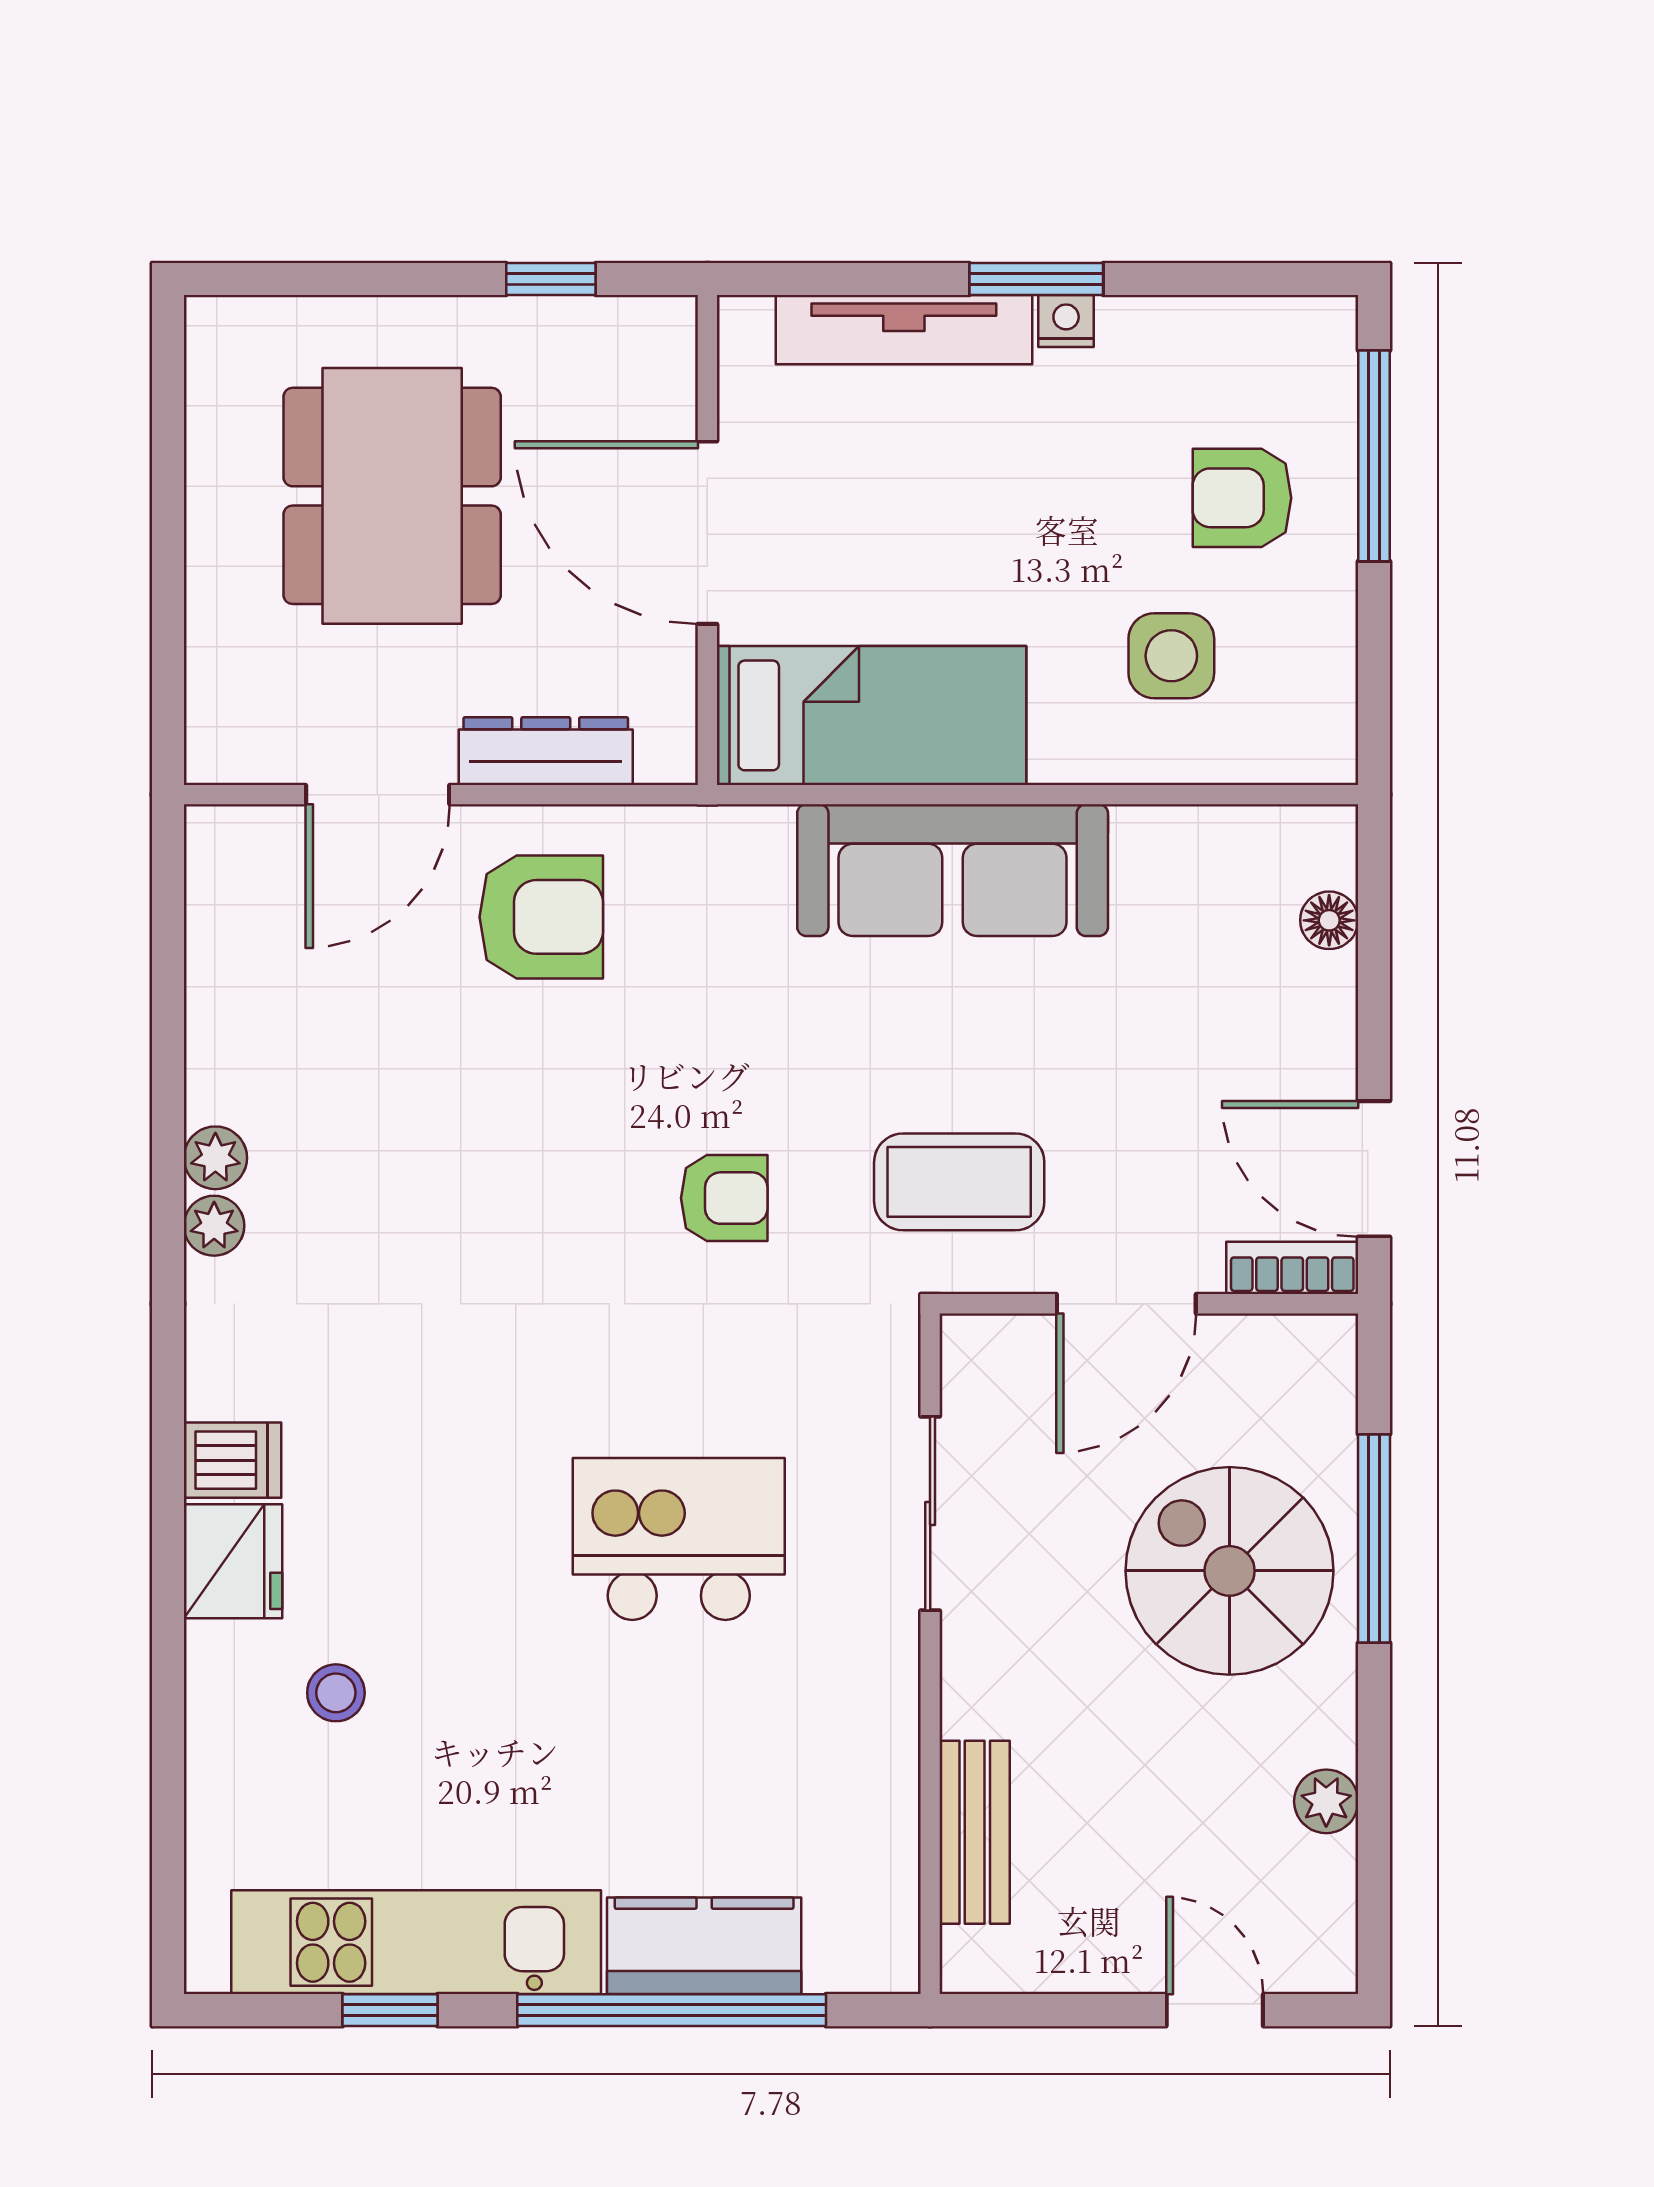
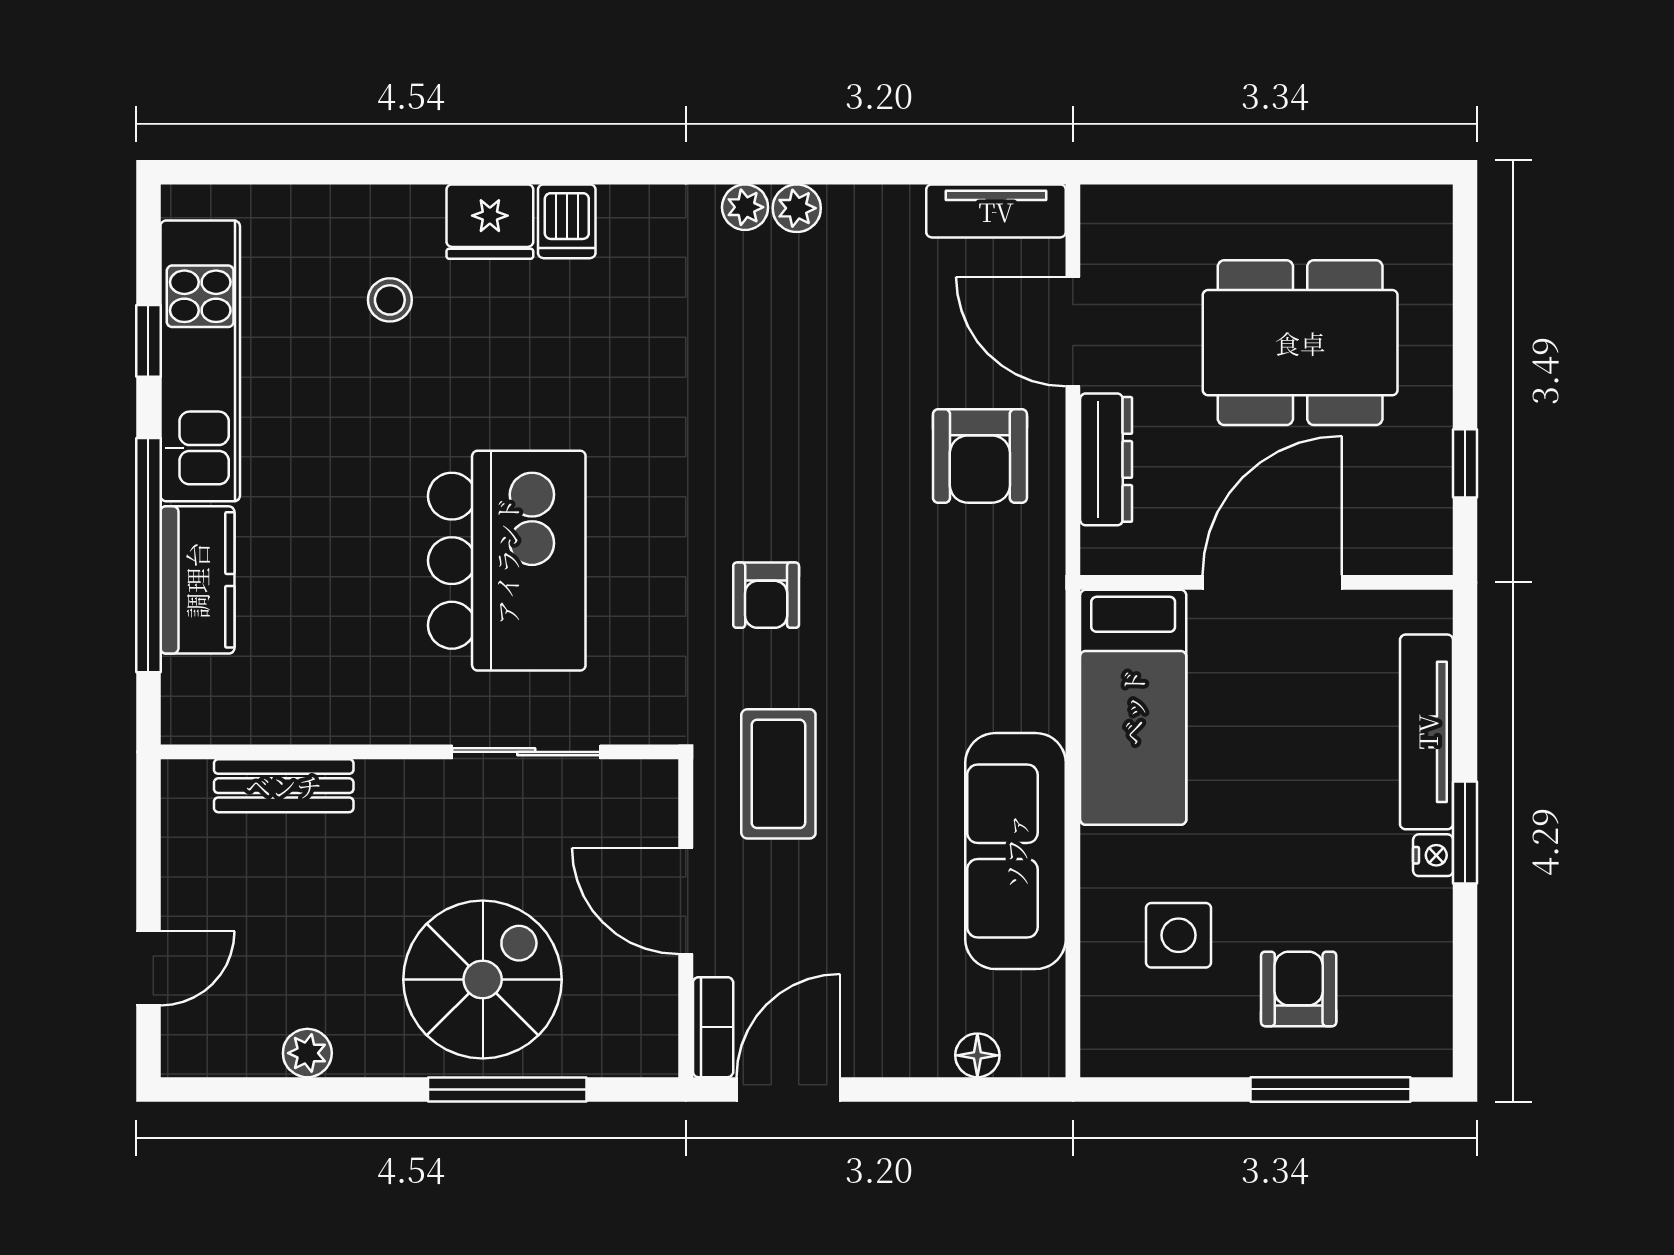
sofa: (953, 870) -> (1016, 851), moved
tv unit: (219, 896) -> (996, 211), added
kitchen island: (679, 1539) -> (507, 561), width x1.37, depth x1.28

